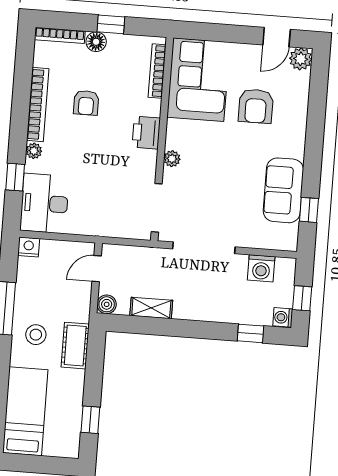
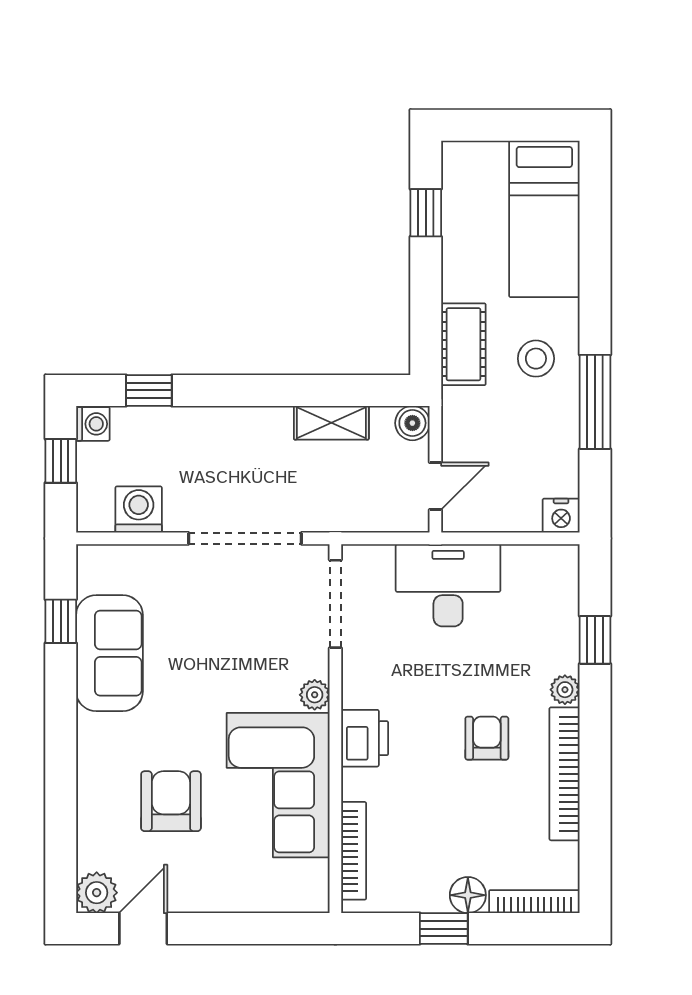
corner sofa: (198, 80) -> (278, 785), moved
armchair: (86, 103) -> (487, 738), moved
desk: (44, 203) -> (448, 585), moved, turned -90

